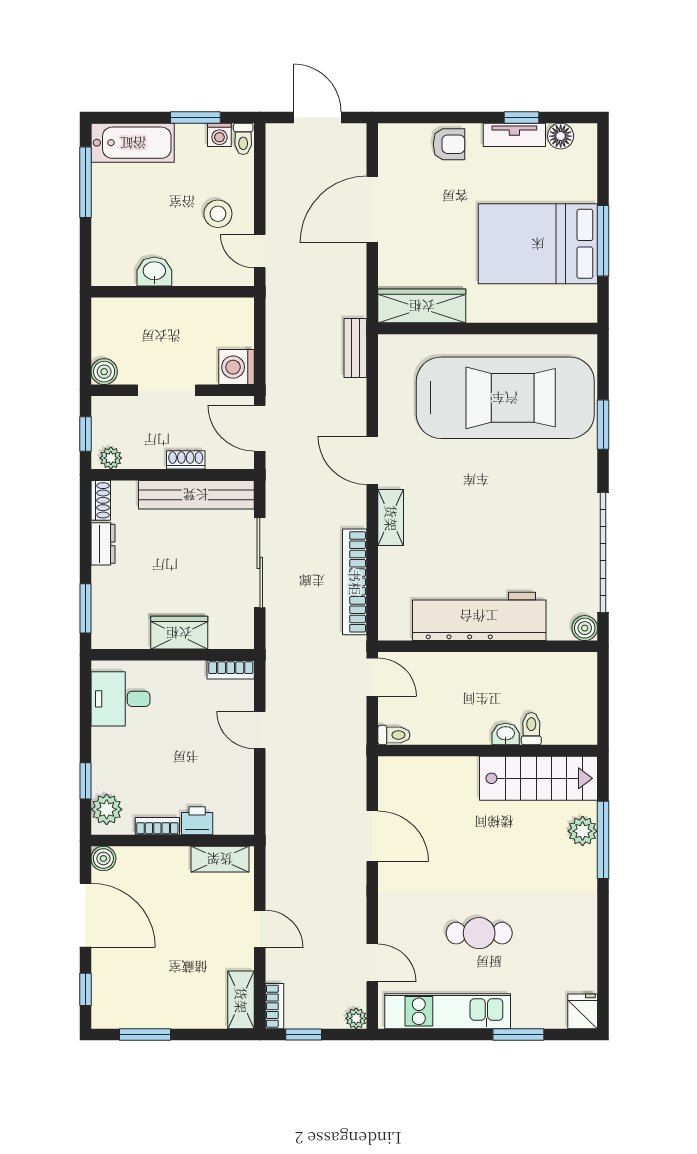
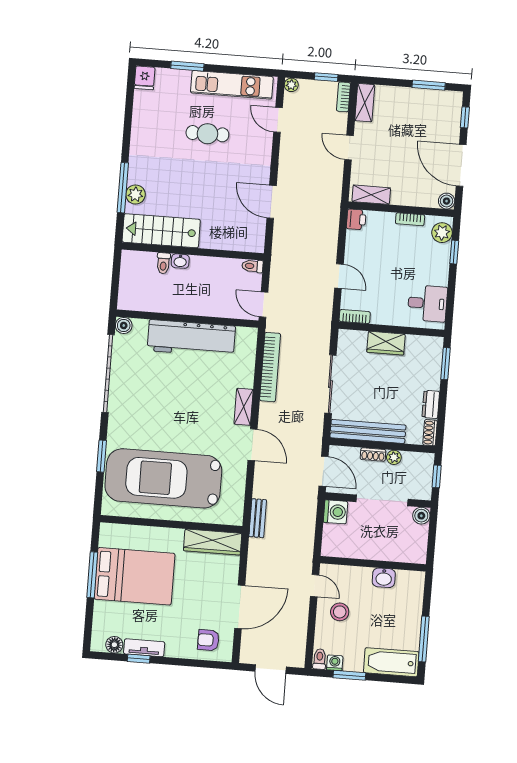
armchair: (449, 144) -> (208, 640), moved
doorway: (167, 390) -> (382, 500), width x1.36
plant: (111, 458) -> (394, 457), moved
printer: (197, 821) -> (356, 219), moved, turned -90

